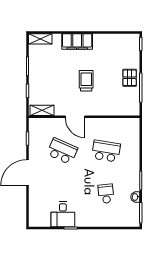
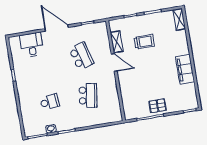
filing cabinet: (77, 41) -> (185, 69), moved
trolley: (86, 81) -> (144, 42), moved
shelving: (42, 110) -> (117, 42), moved
door: (75, 117) -> (114, 63), swing flipped
school desk: (62, 151) -> (81, 56), turned -39
desk: (63, 214) -> (32, 45), moved, turned 90

